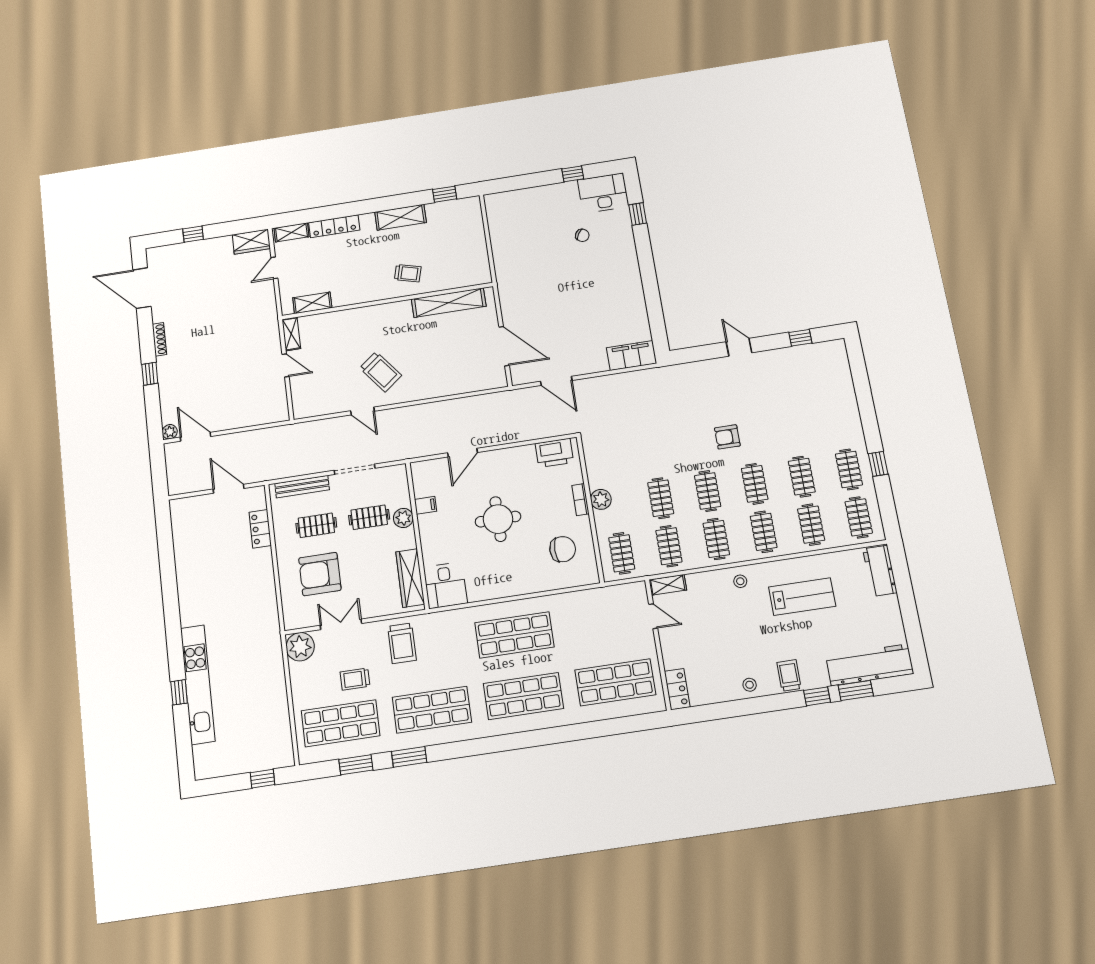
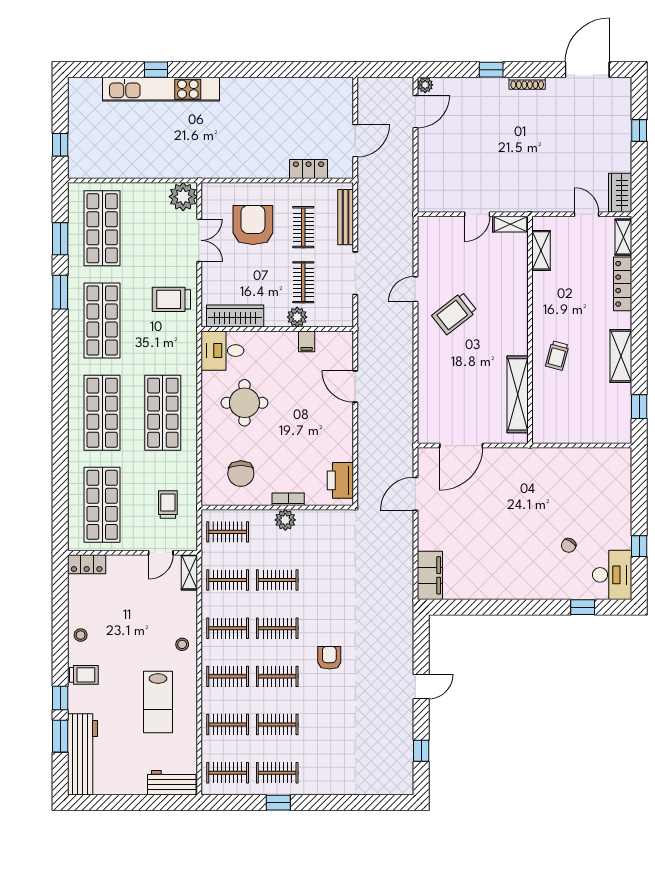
round table: (498, 519) -> (244, 403), moved
trolley: (355, 679) -> (168, 505), moved

